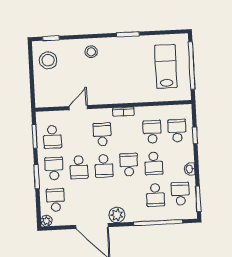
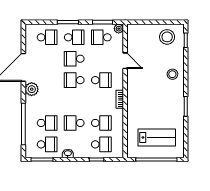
school desk: (129, 165) -> (74, 102), removed
school desk: (155, 195) -> (47, 123), turned 180
plant: (46, 221) -> (119, 29), moved

